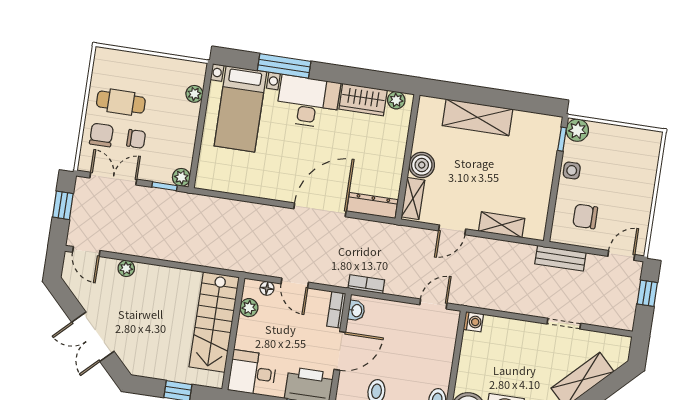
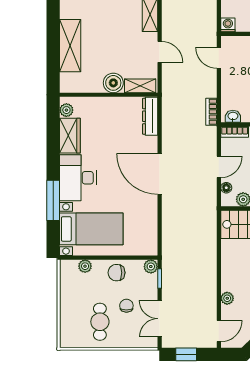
chair: (101, 135) -> (117, 273), moved
door: (320, 210) -> (160, 174), moved

